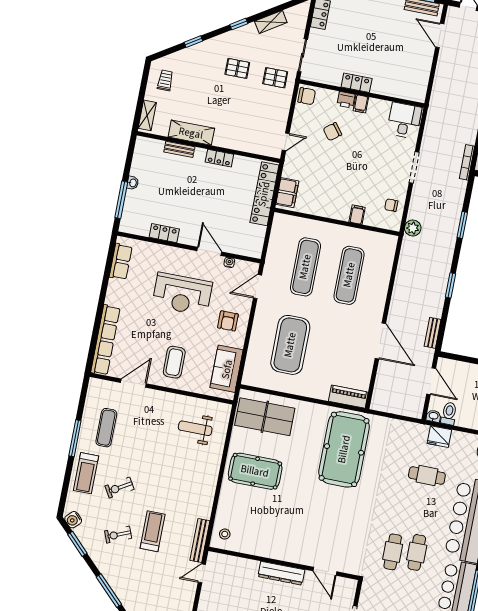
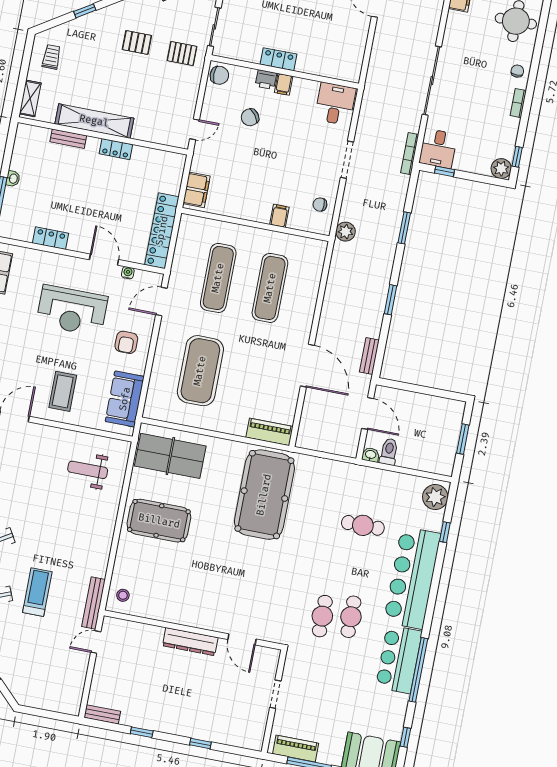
shelving: (191, 133) -> (94, 121), width x1.47
locker: (264, 194) -> (162, 231), moved
fridge: (439, 437) -> (378, 479), removed

